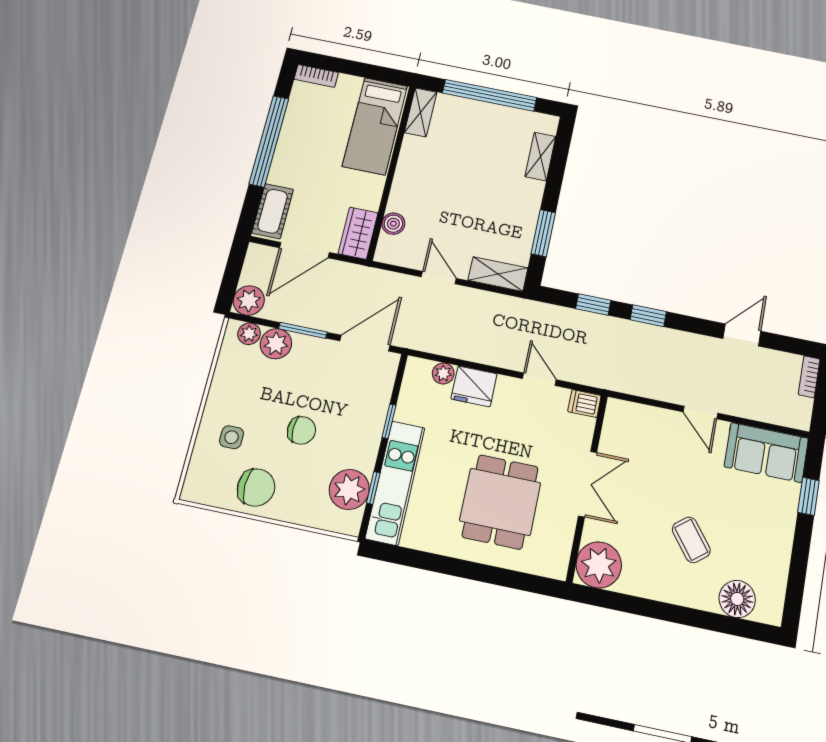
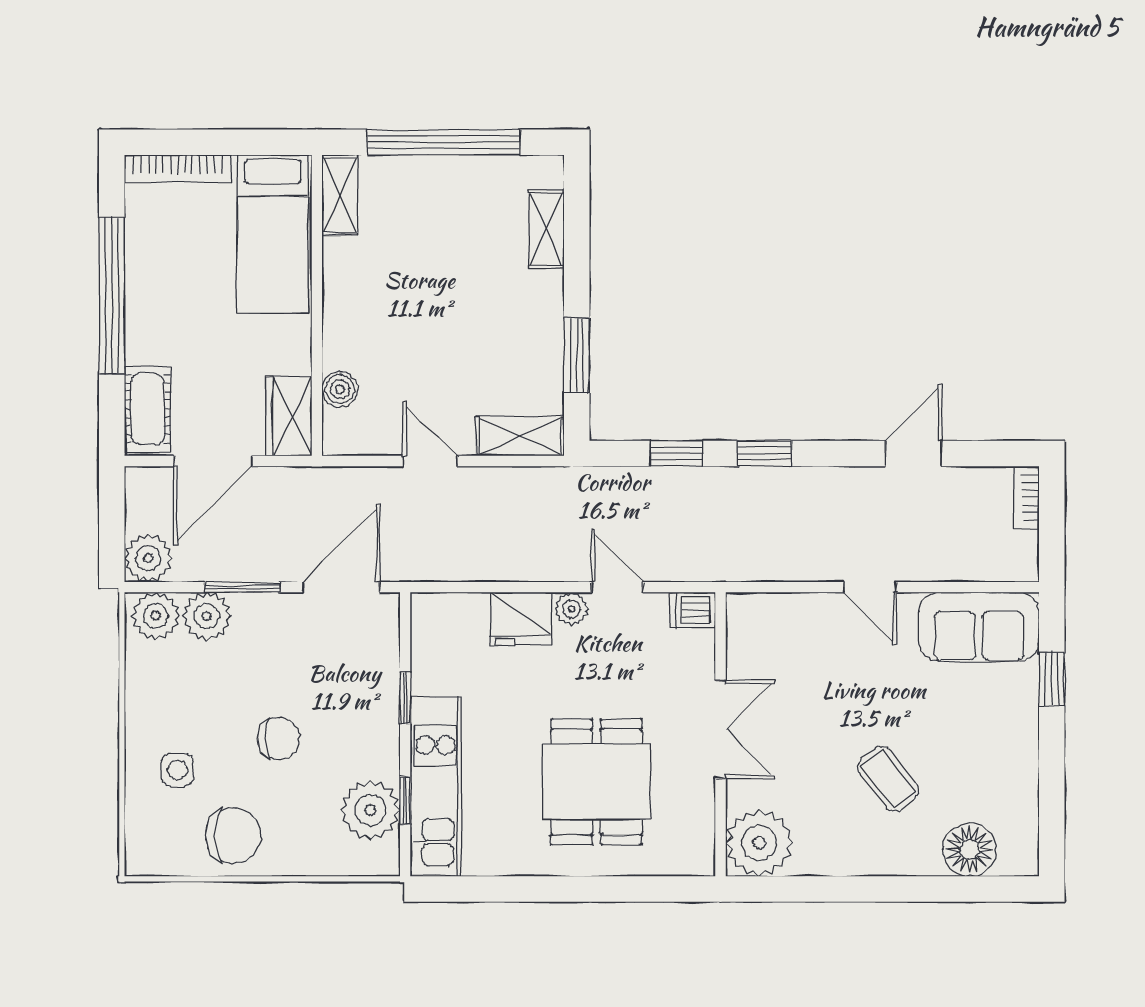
bookcase: (316, 76) -> (178, 169), width x1.56
plant: (249, 334) -> (156, 616), width x1.38, depth x1.38
plant: (443, 373) -> (571, 609), moved

